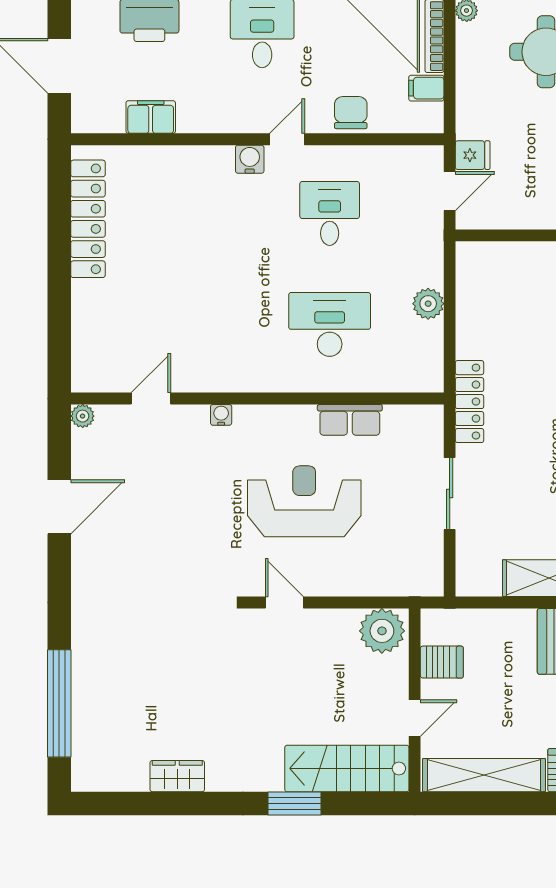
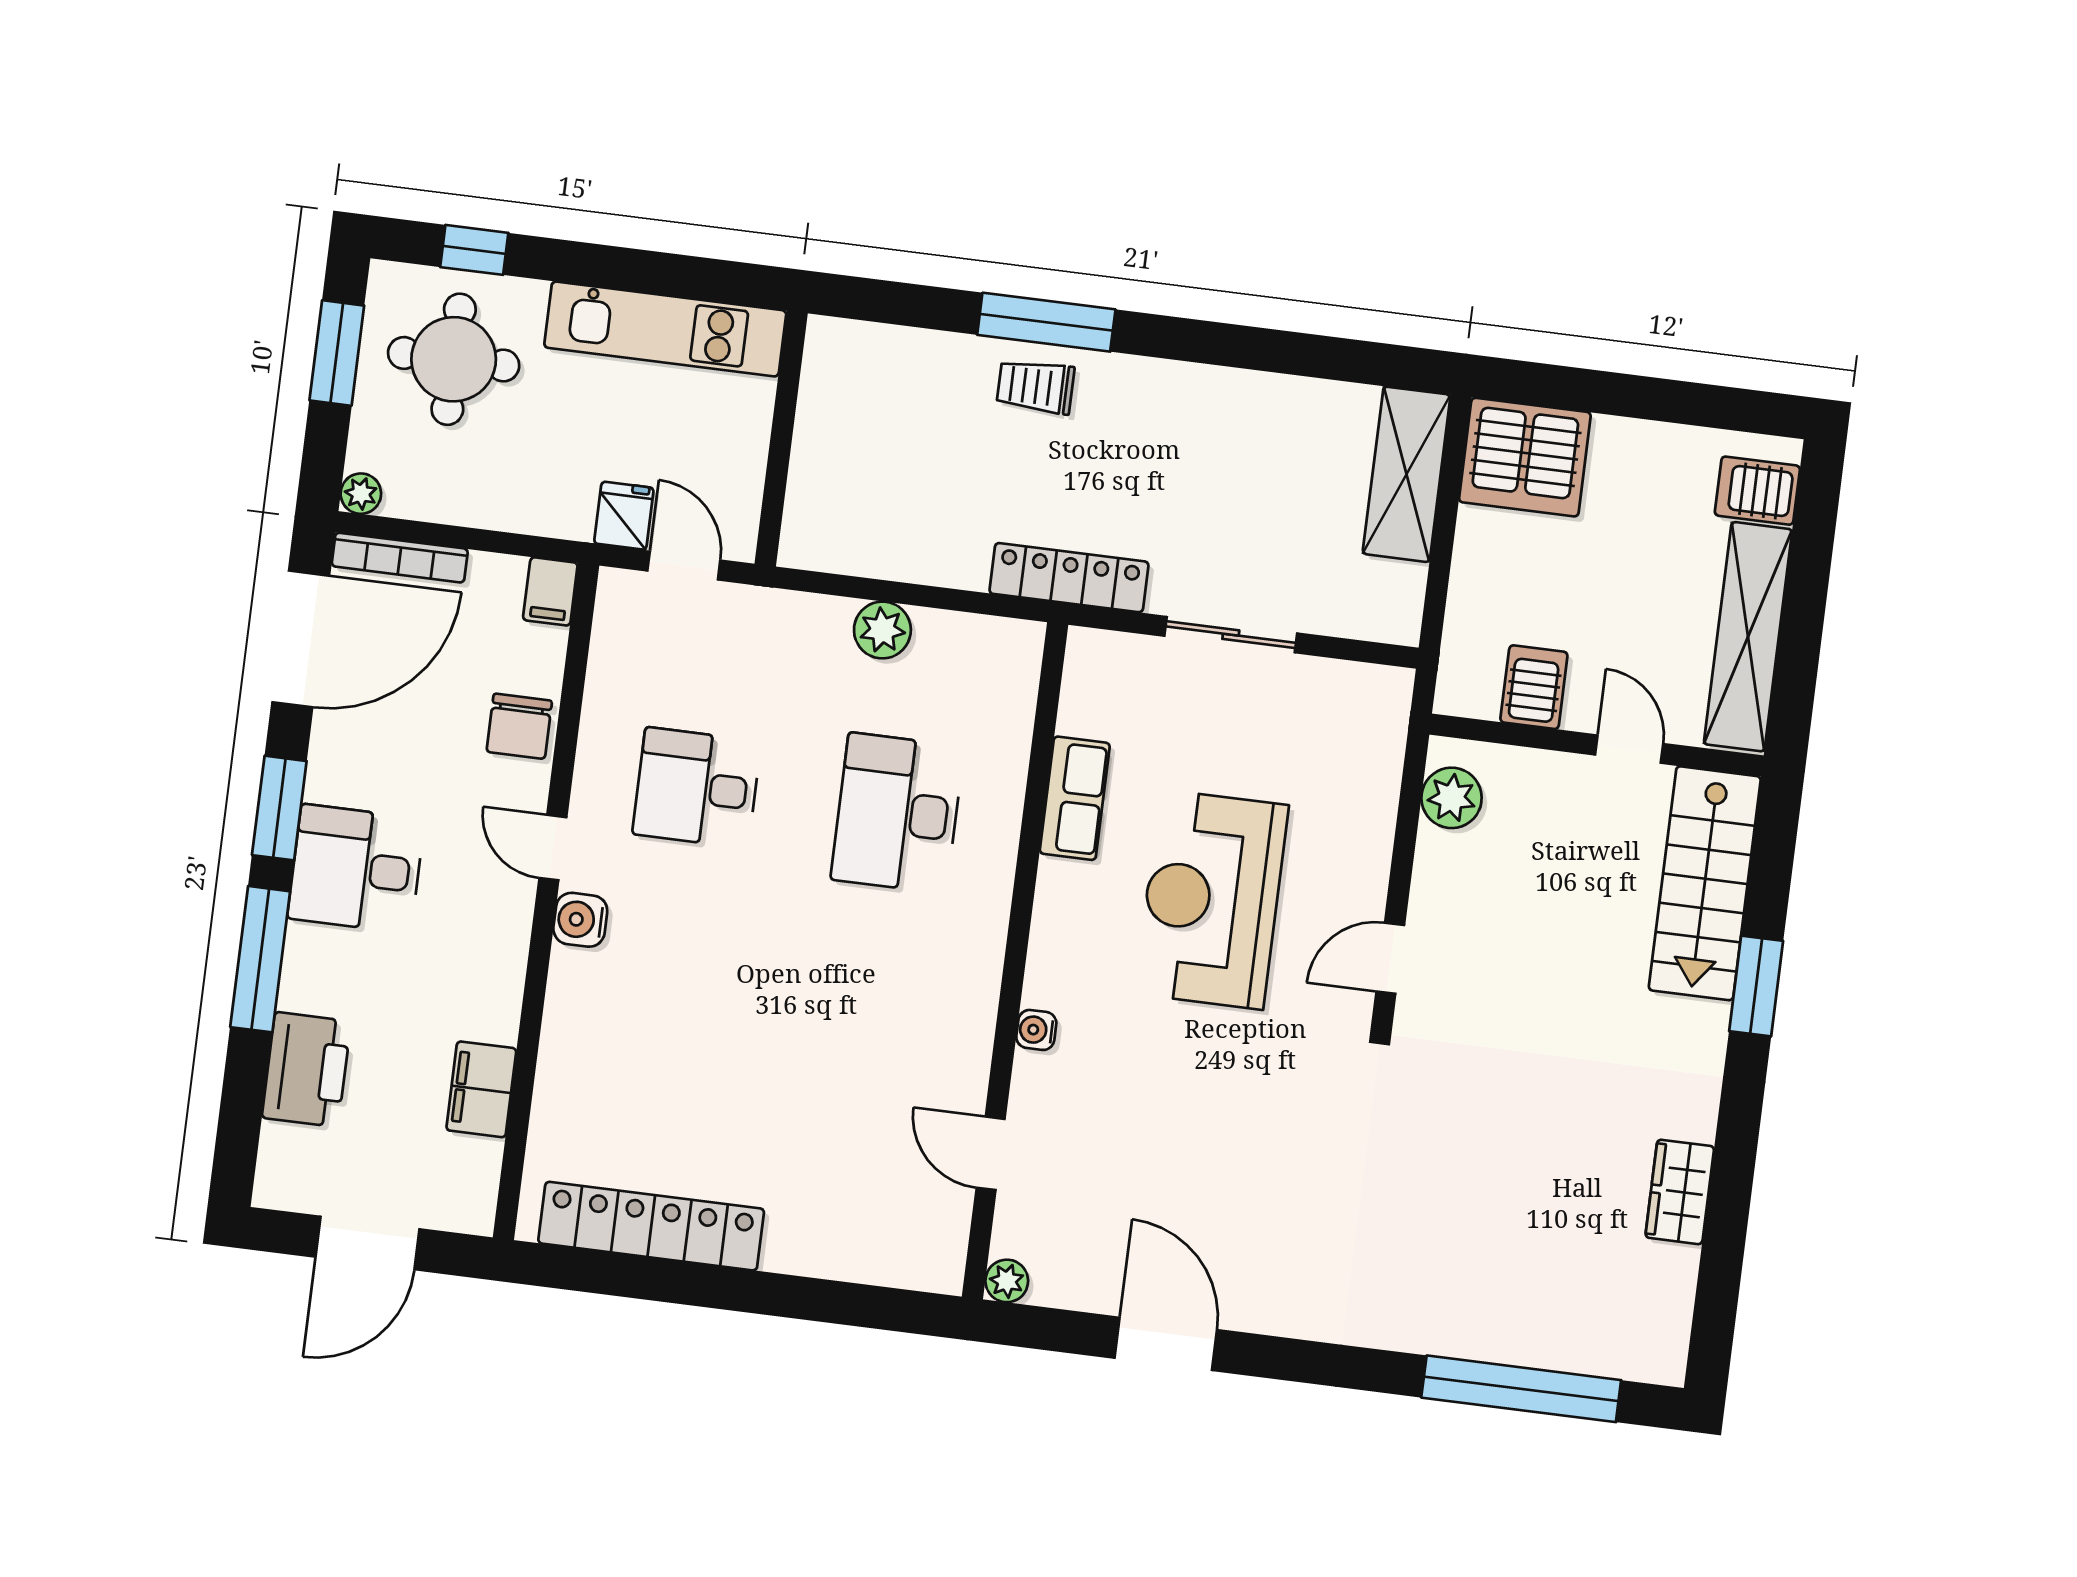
filing cabinet: (426, 88) -> (550, 591), moved
chair: (351, 113) -> (519, 726), turned -90
plant: (382, 631) -> (1452, 798), width x0.73, depth x0.73

